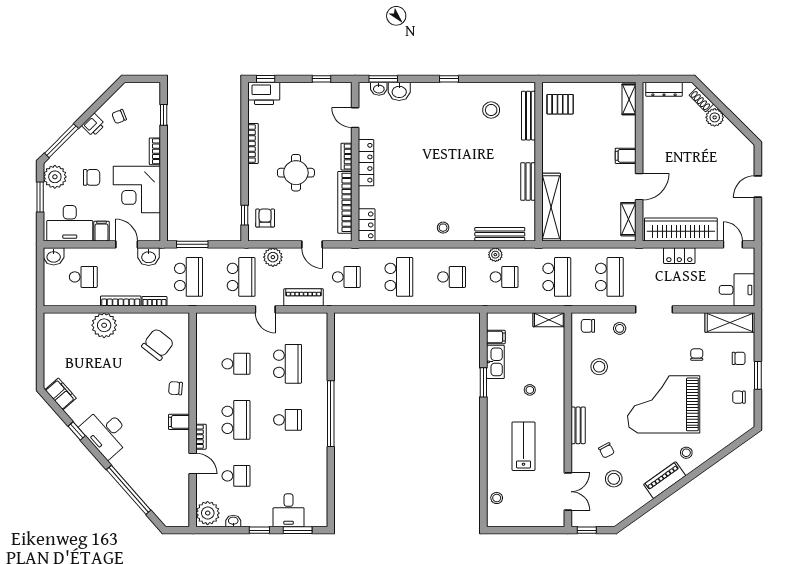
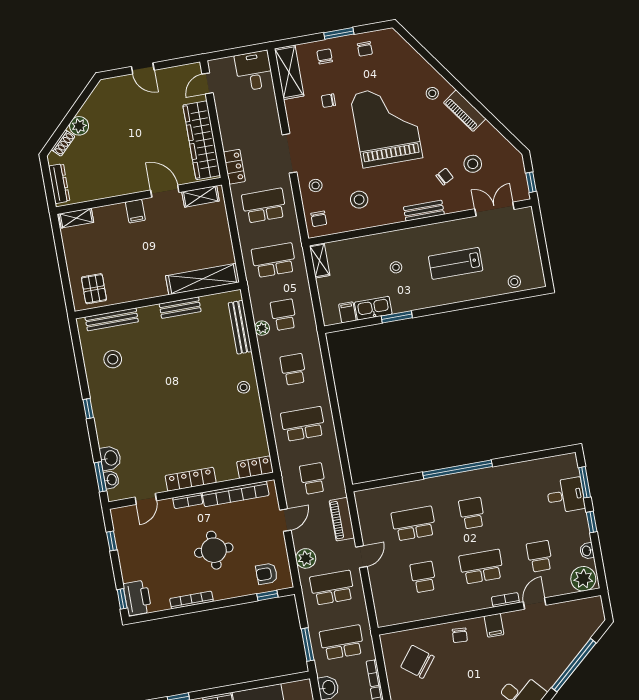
locker: (679, 256) -> (234, 167), moved
grand piano: (664, 404) -> (386, 126), turned 180

